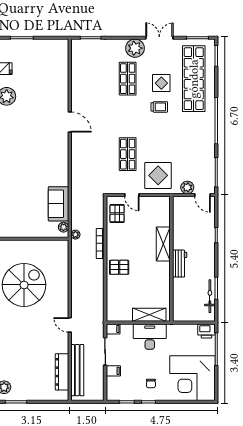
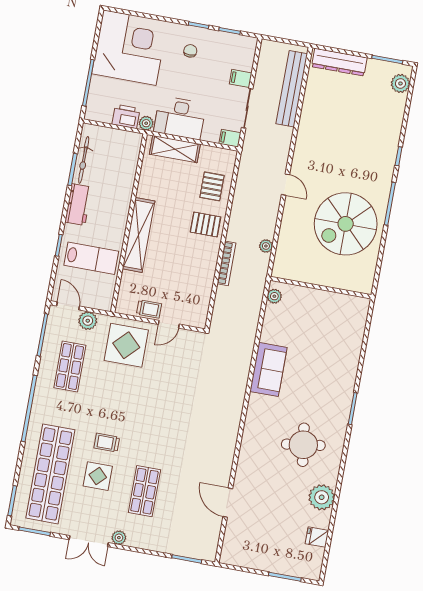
plant: (135, 48) -> (119, 538), width x0.53, depth x0.53
door: (70, 122) -> (228, 503), moved
round table: (25, 130) -> (303, 445), added
shop shelf: (128, 154) -> (70, 366), moved
door: (132, 195) -> (169, 324), swing flipped
trolley: (147, 203) -> (149, 309), added
sofa: (59, 204) -> (268, 369), moved
pallet: (117, 214) -> (212, 186), moved
lab bench: (193, 230) -> (91, 258), added
plant: (75, 235) -> (266, 246), moved
shelving: (163, 244) -> (139, 235), width x1.47
workbench: (180, 264) -> (78, 205), moved, turned 180
door: (70, 325) -> (286, 185), moved
plant: (172, 329) -> (146, 123), added
printer: (206, 331) -> (126, 116), moved
dresser: (62, 372) -> (339, 62), moved, turned 90

